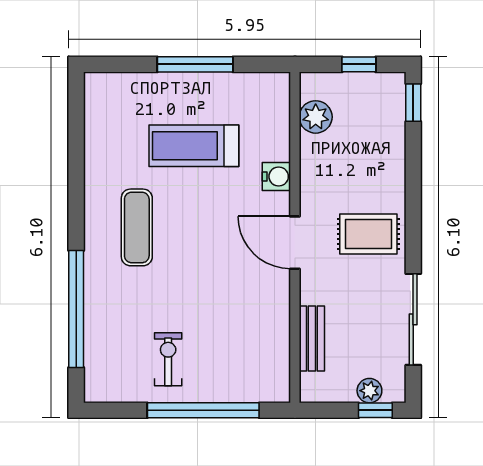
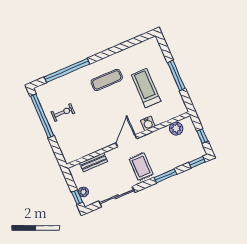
window: (413, 188) -> (165, 176), added
window: (203, 410) -> (42, 116), moved

